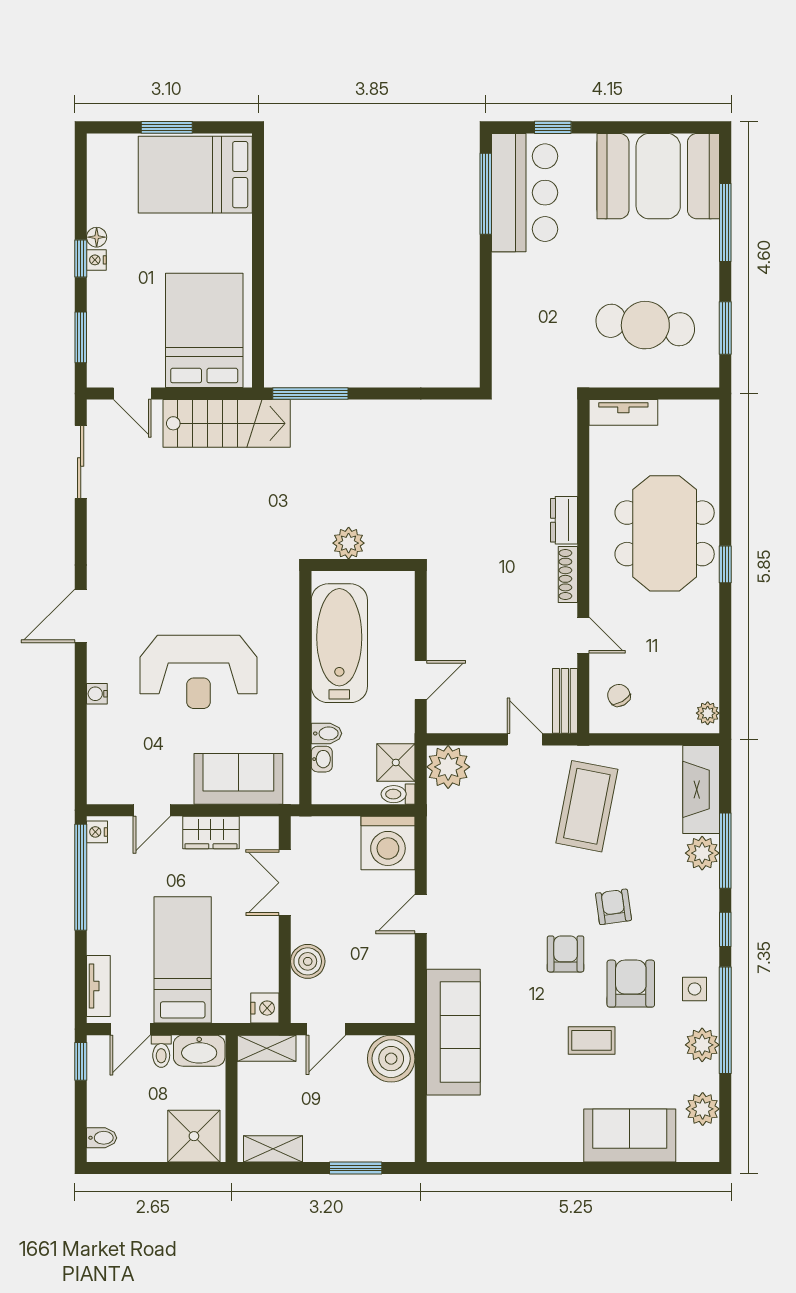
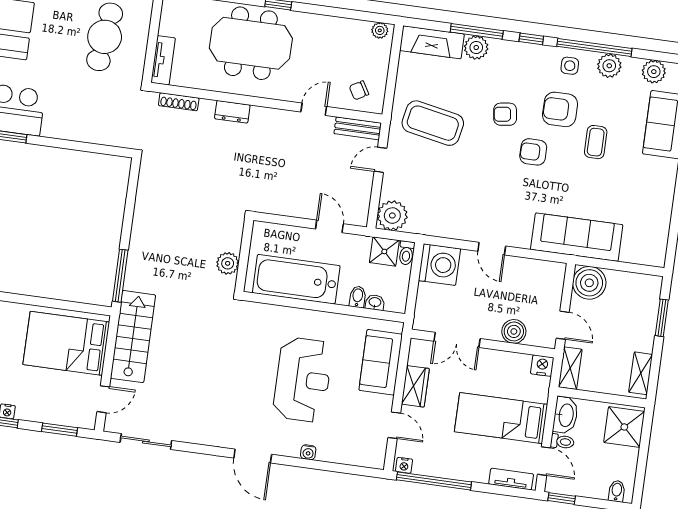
shoe rack: (568, 575) -> (179, 102), moved

